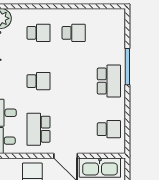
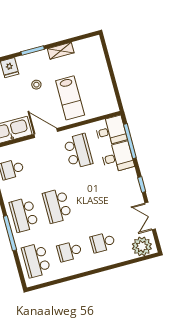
school desk: (109, 33) -> (36, 260), added
school desk: (39, 81) -> (57, 206), moved, width x1.85

